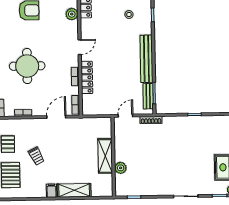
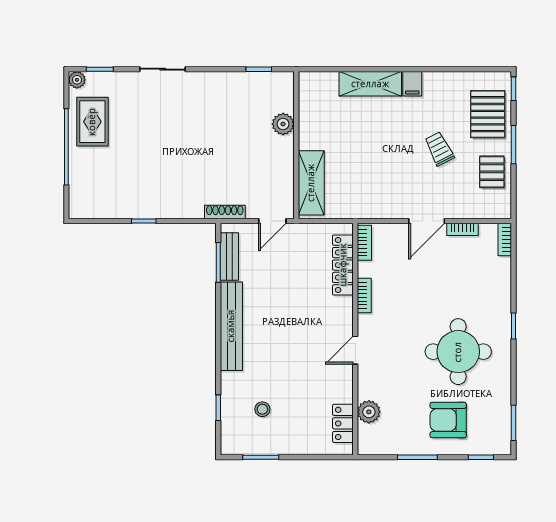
round table: (27, 66) -> (458, 352), moved
locker: (87, 77) -> (343, 265), moved
door: (56, 117) -> (427, 221), moved
shelving: (105, 156) -> (311, 183), moved

